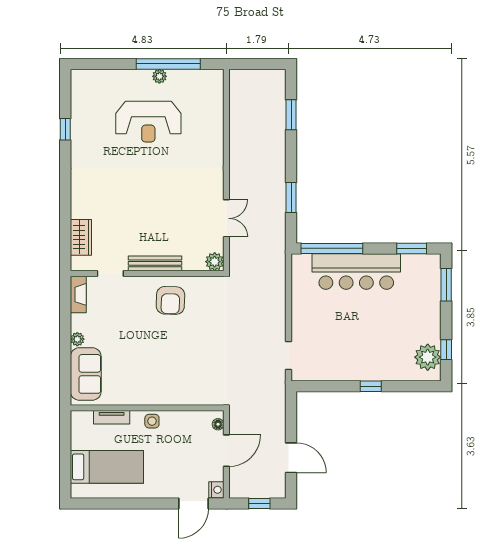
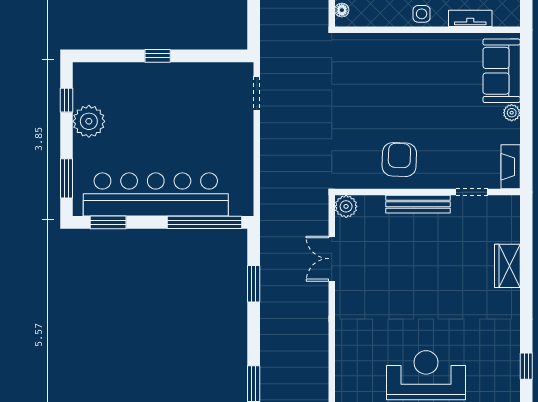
wardrobe: (81, 237) -> (507, 266), moved
bar counter: (356, 272) -> (156, 194), width x1.36
plant: (428, 357) -> (89, 121), moved

